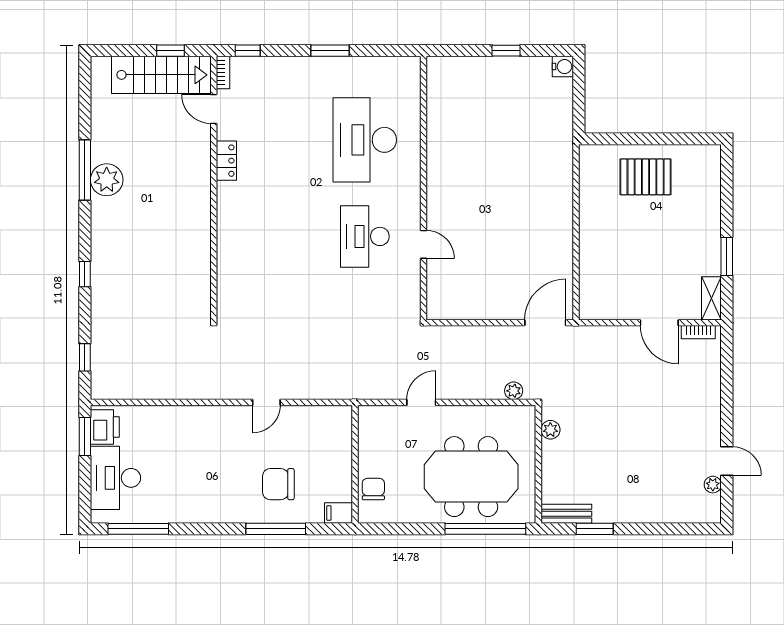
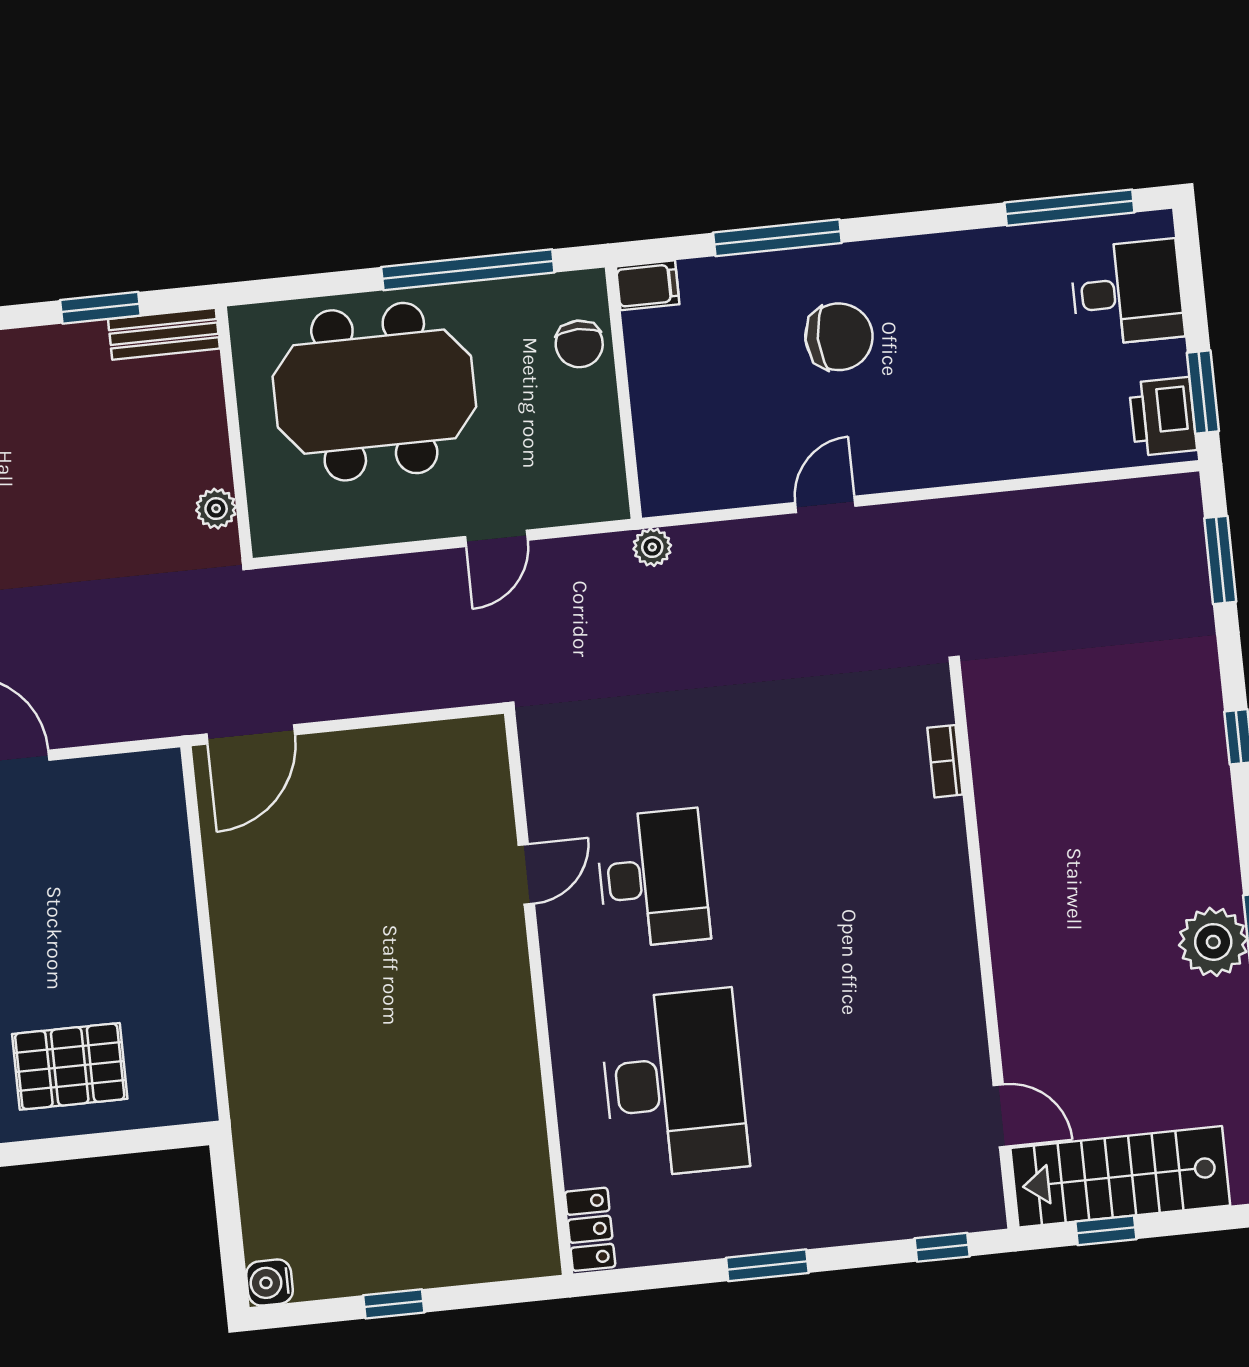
bookcase: (223, 73) -> (945, 761), moved
locker: (226, 161) -> (590, 1229), moved, turned 180
door: (424, 244) -> (526, 874), swing flipped
window: (85, 357) -> (1220, 560), width x1.50
plant: (514, 391) -> (652, 547), moved
desk: (115, 478) -> (1127, 293), width x0.73
chair: (278, 484) -> (839, 337), moved
window: (485, 529) -> (468, 270), moved

